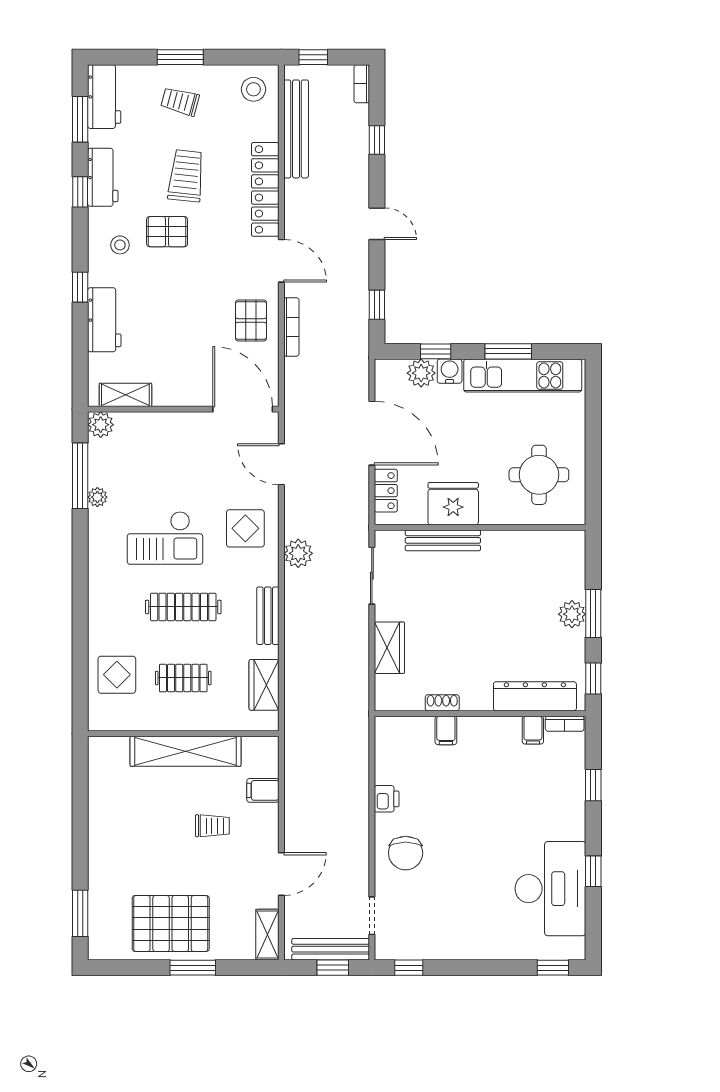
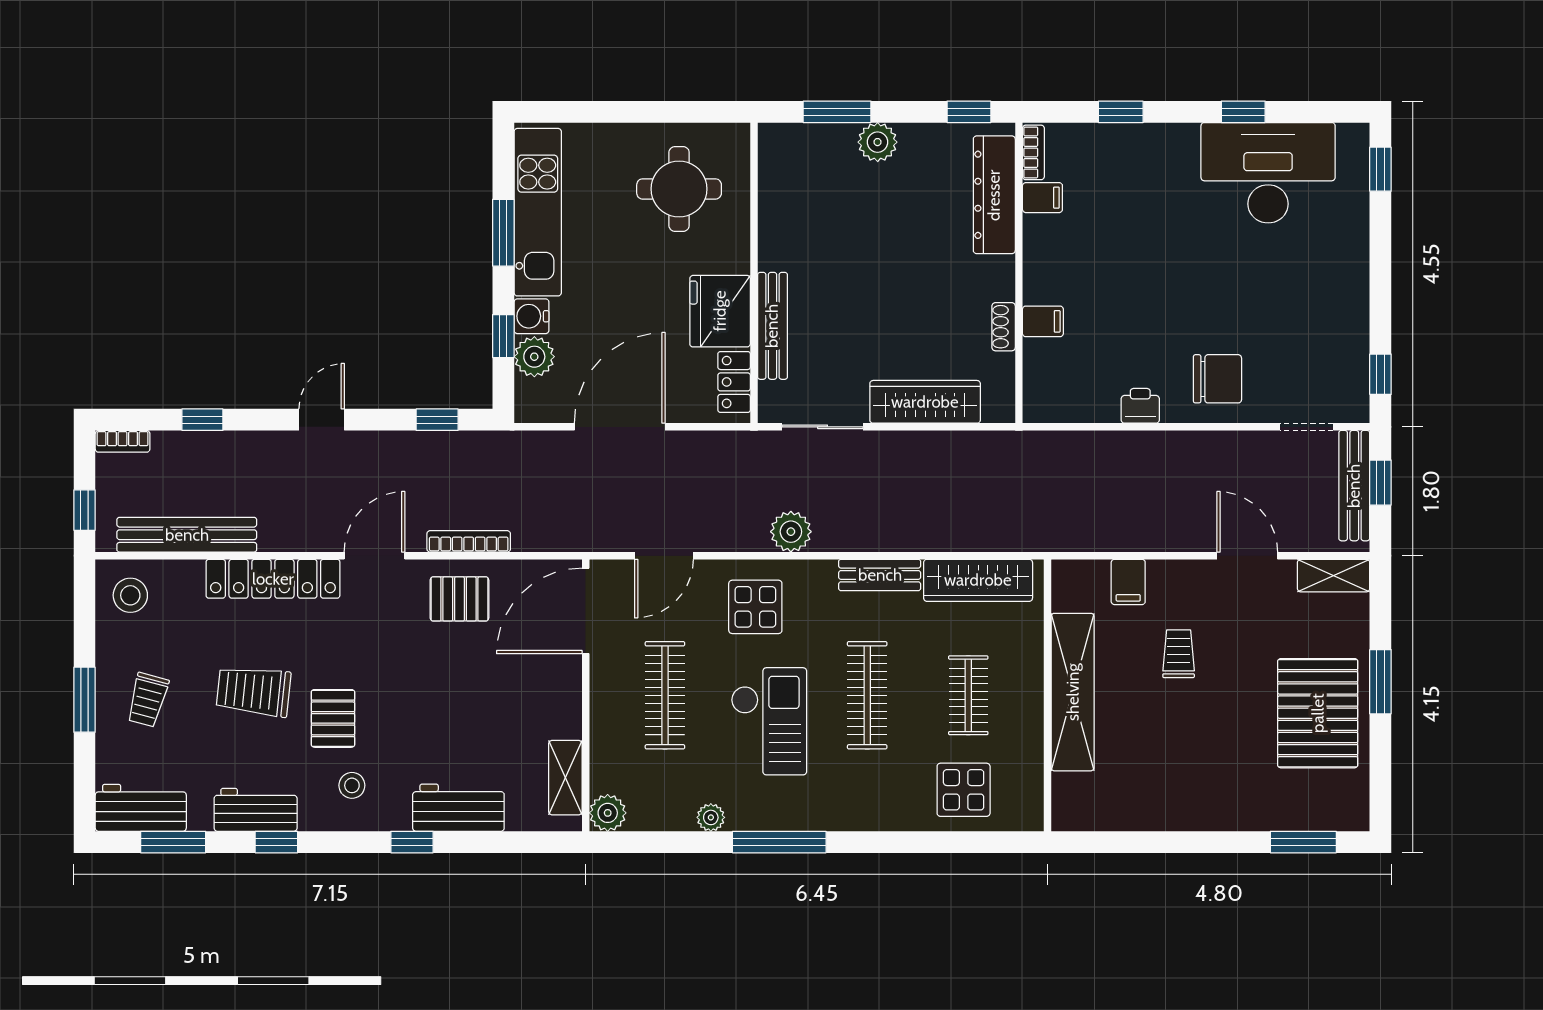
clothes rail: (183, 465) -> (665, 695), added
window: (80, 476) -> (779, 842), moved
locker: (386, 491) -> (734, 382), moved, turned -90
window: (593, 613) -> (837, 112), moved
wardrobe: (389, 648) -> (925, 402), width x1.50
wardrobe: (264, 685) -> (978, 580), width x1.50

